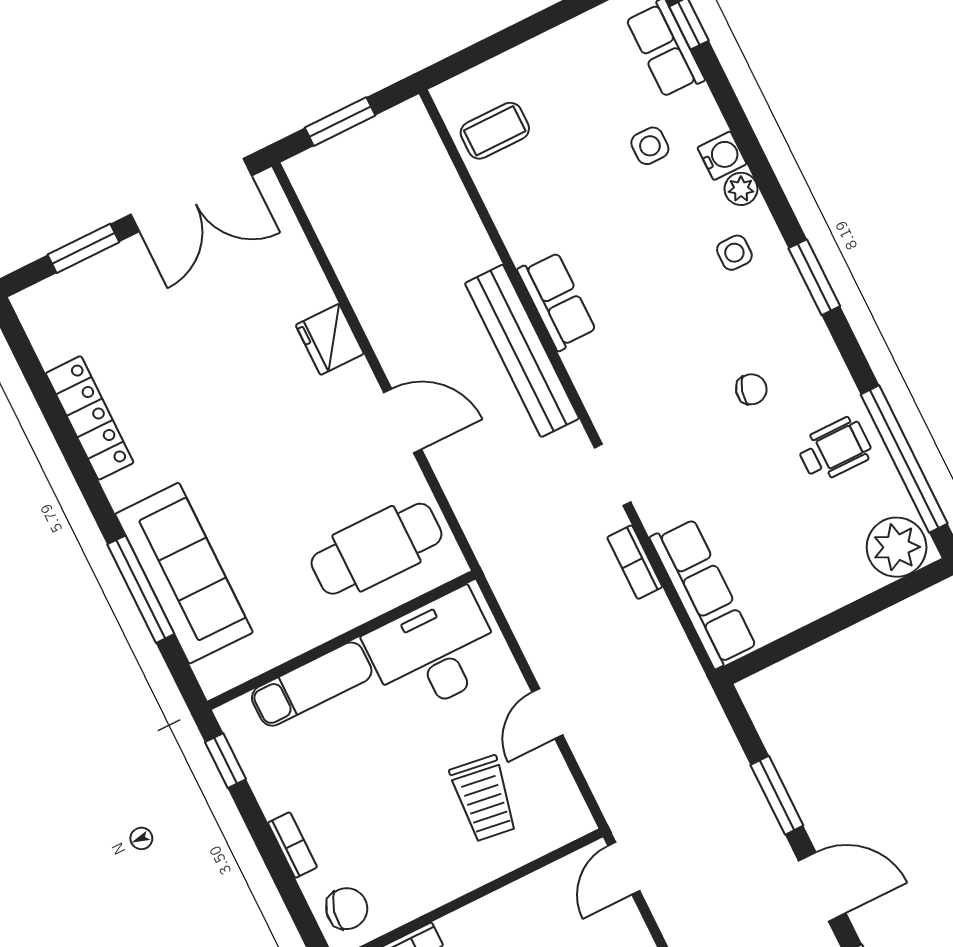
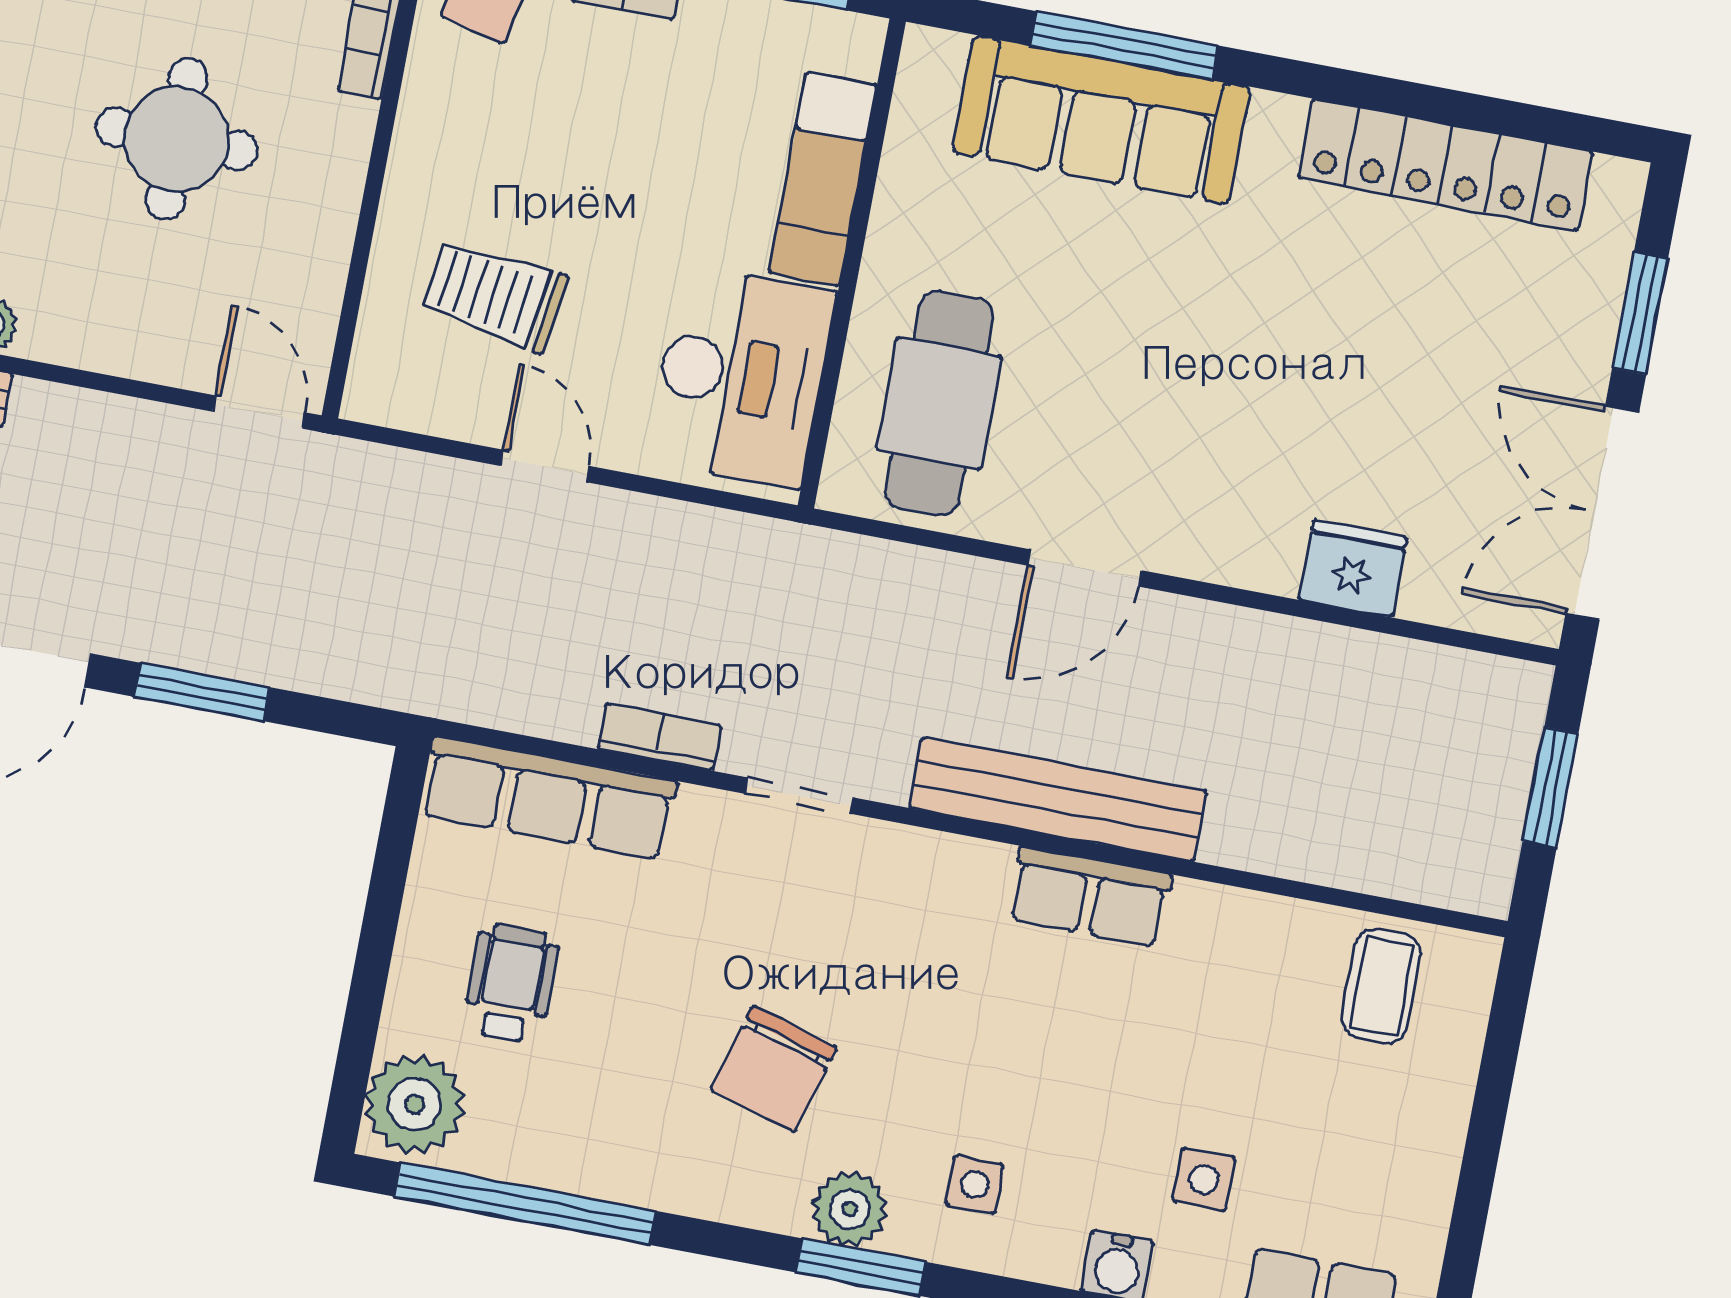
plant: (741, 189) -> (849, 1209), moved, width x1.38, depth x1.38
fridge: (330, 339) -> (1353, 569), moved
chair: (751, 389) -> (774, 1069), width x1.87, depth x1.87
locker: (90, 418) -> (1445, 165), width x1.41, depth x1.21
wheelchair: (835, 449) -> (511, 983), moved, turned 180

